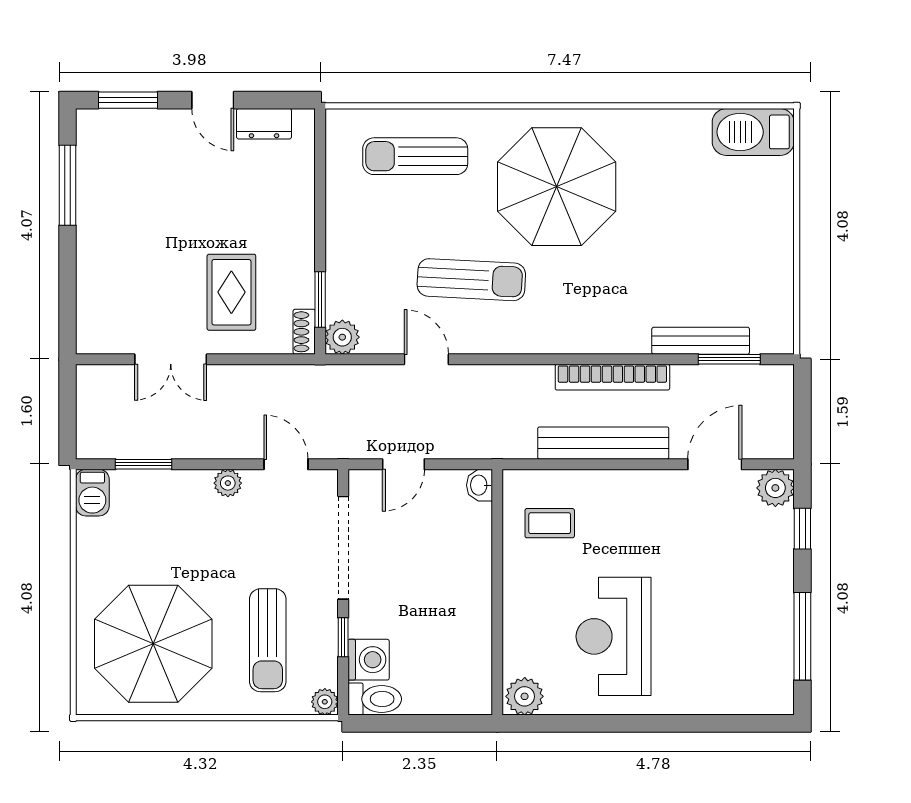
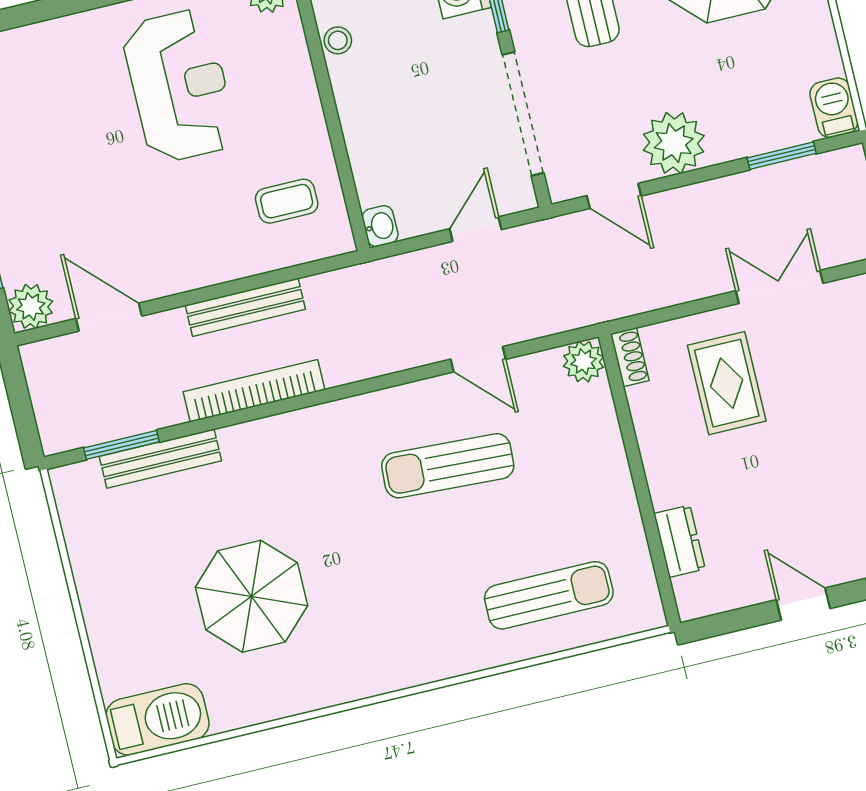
dresser: (264, 124) -> (679, 541), moved, turned 90
parasol: (557, 187) -> (252, 596), moved, width x0.73, depth x0.73
window: (320, 299) -> (620, 400), removed
bench: (603, 443) -> (245, 307), width x0.73, depth x0.82
door: (715, 464) -> (109, 317), swing flipped
plant: (228, 483) -> (674, 143), width x1.88, depth x1.88
stool: (478, 642) -> (338, 40), added

